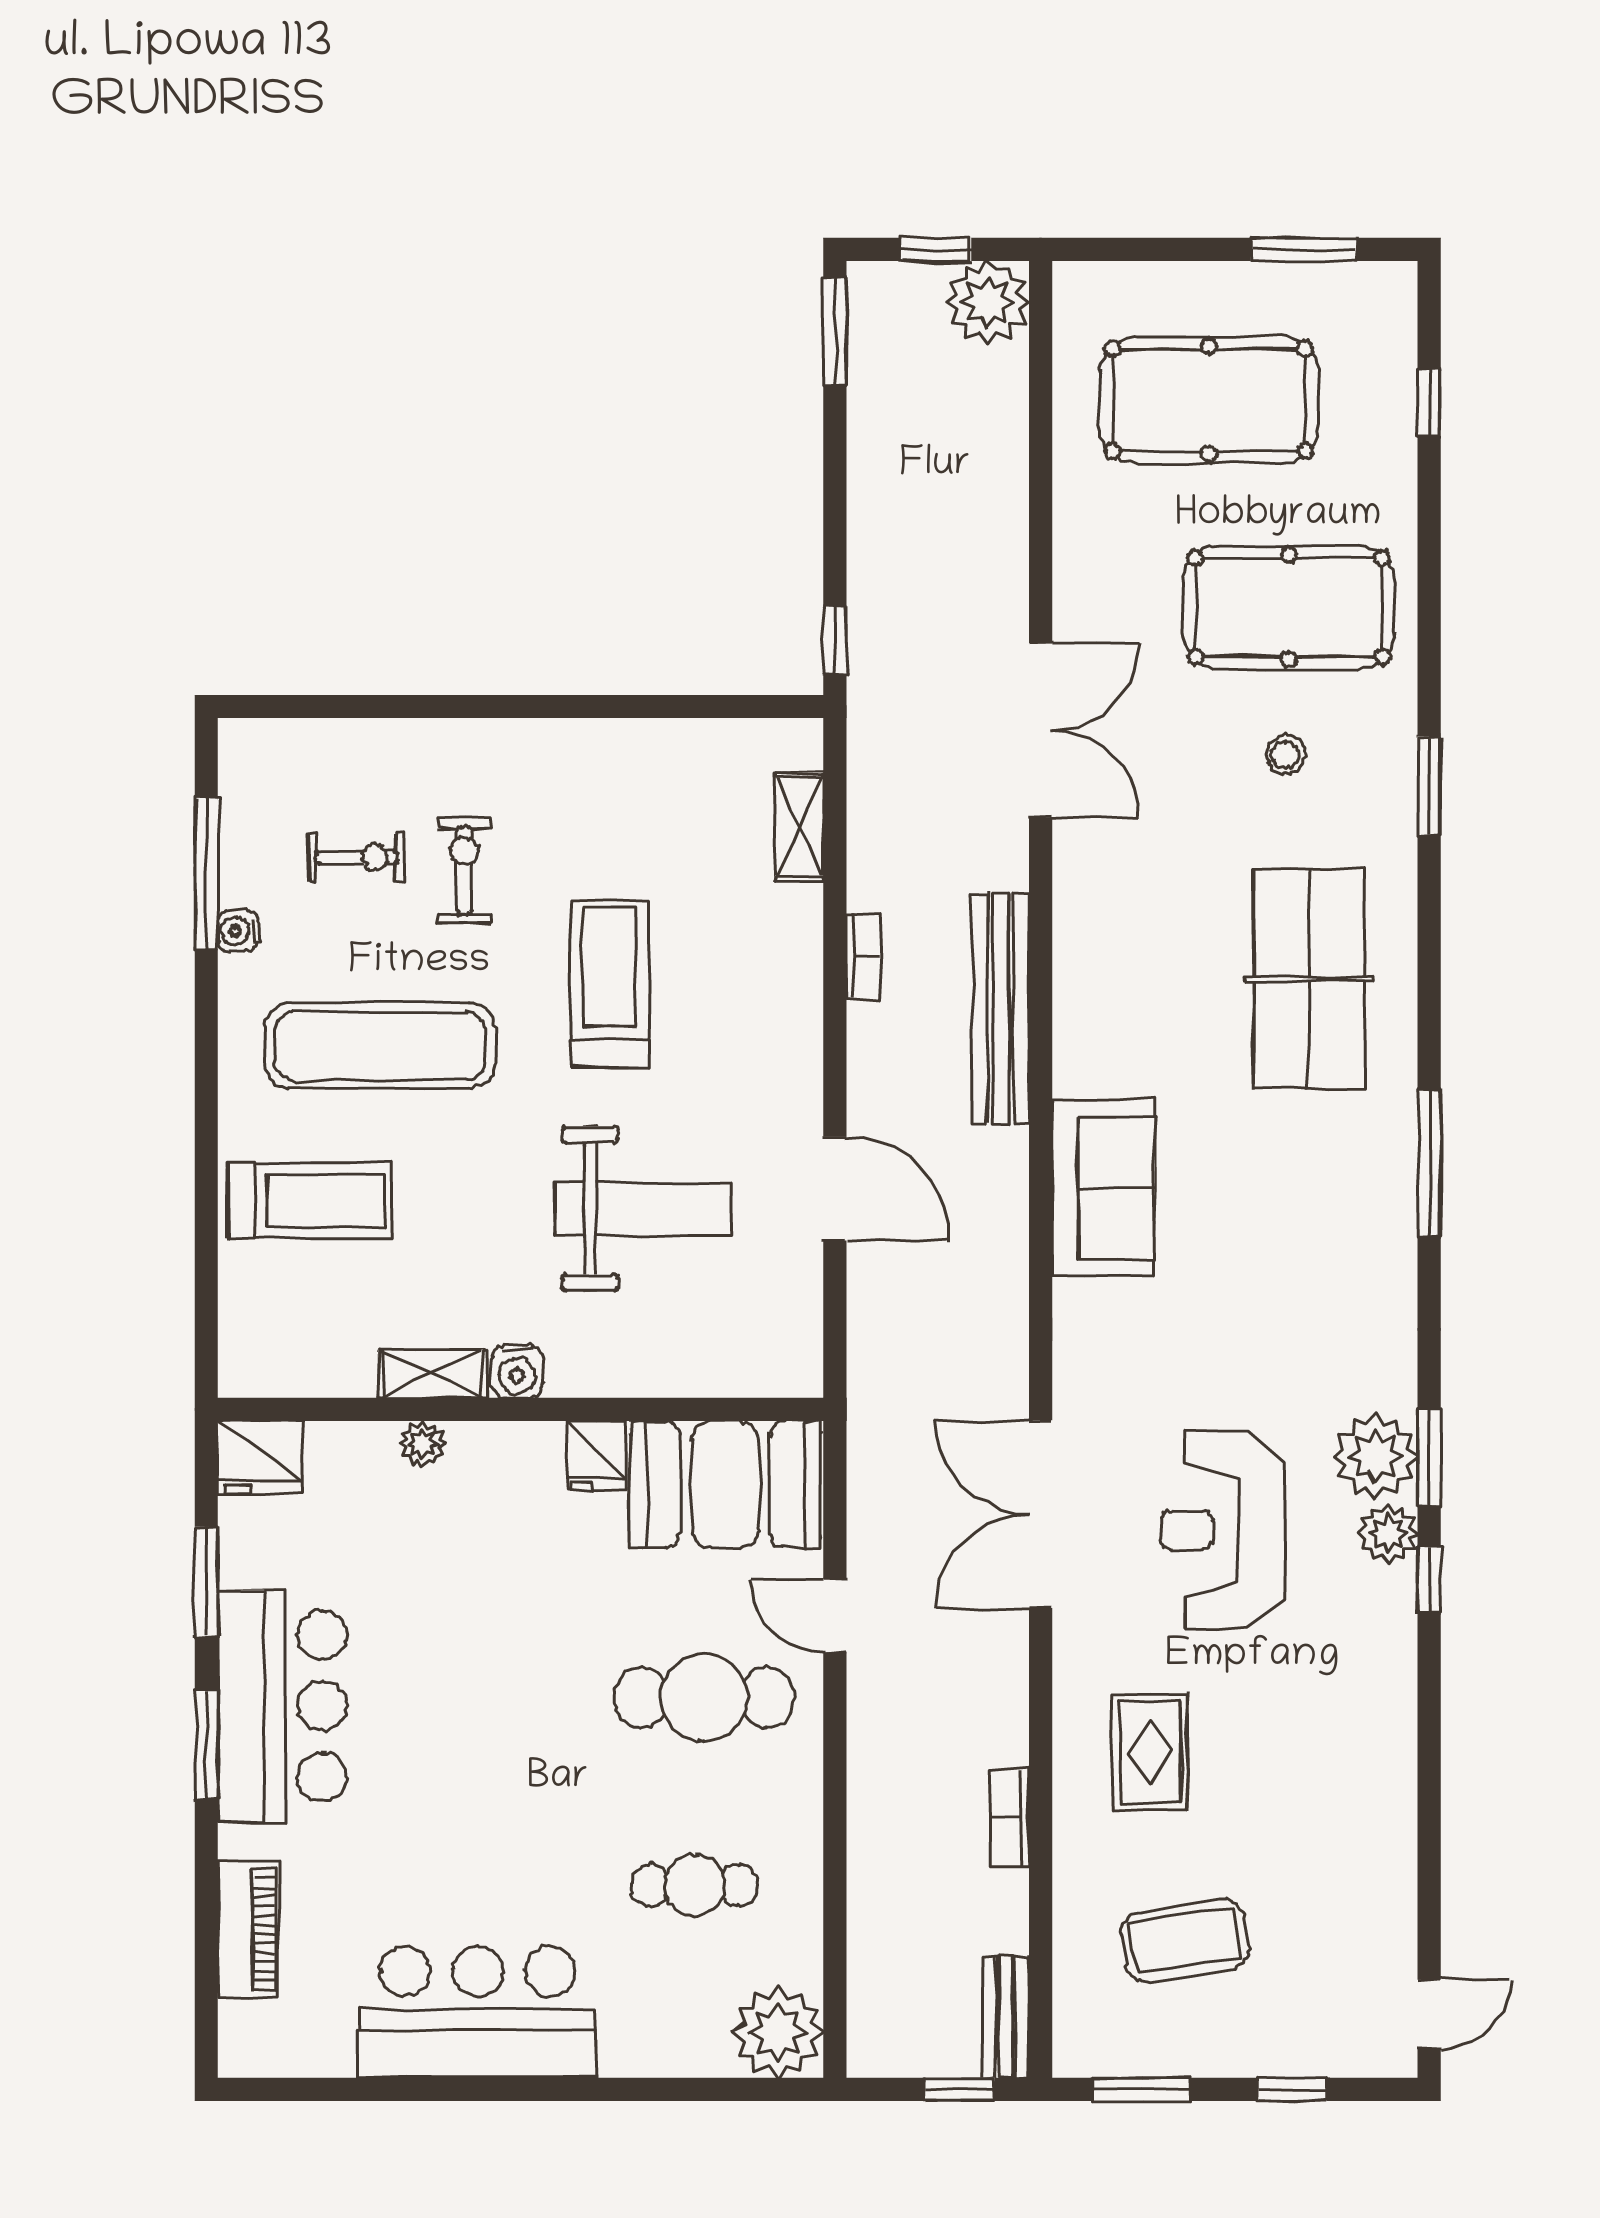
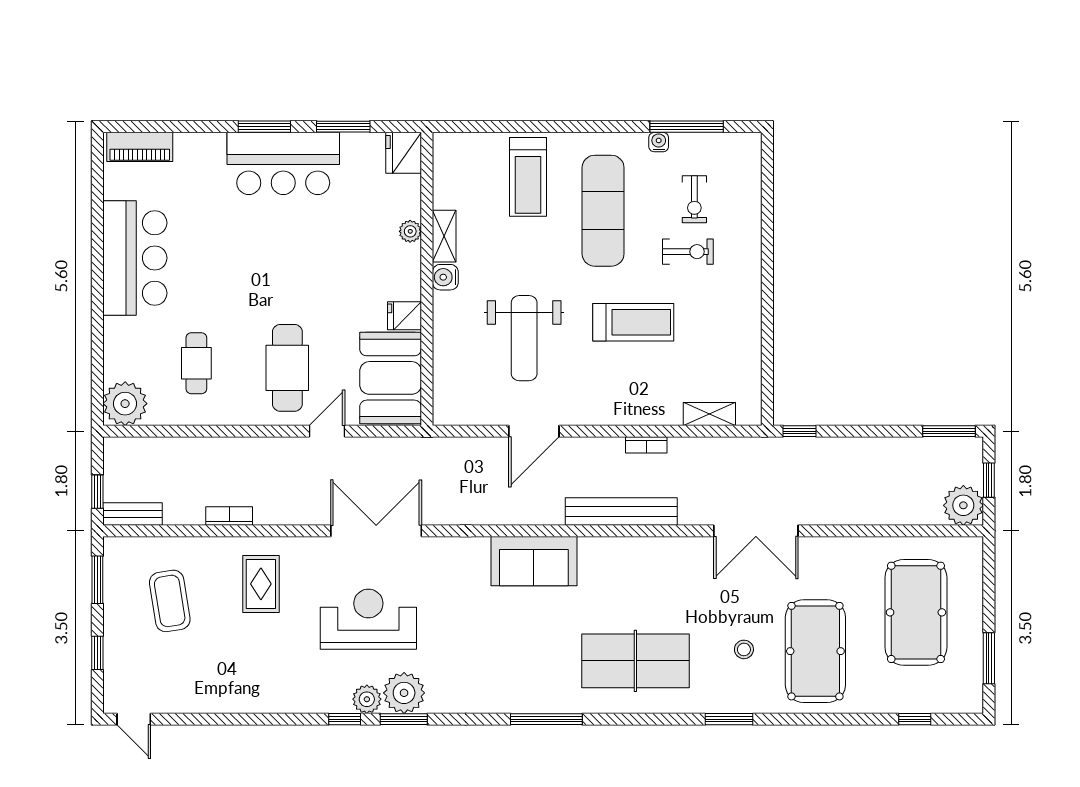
rug: (1150, 1752) -> (261, 584), turned 90
piano: (248, 1929) -> (140, 147), moved

